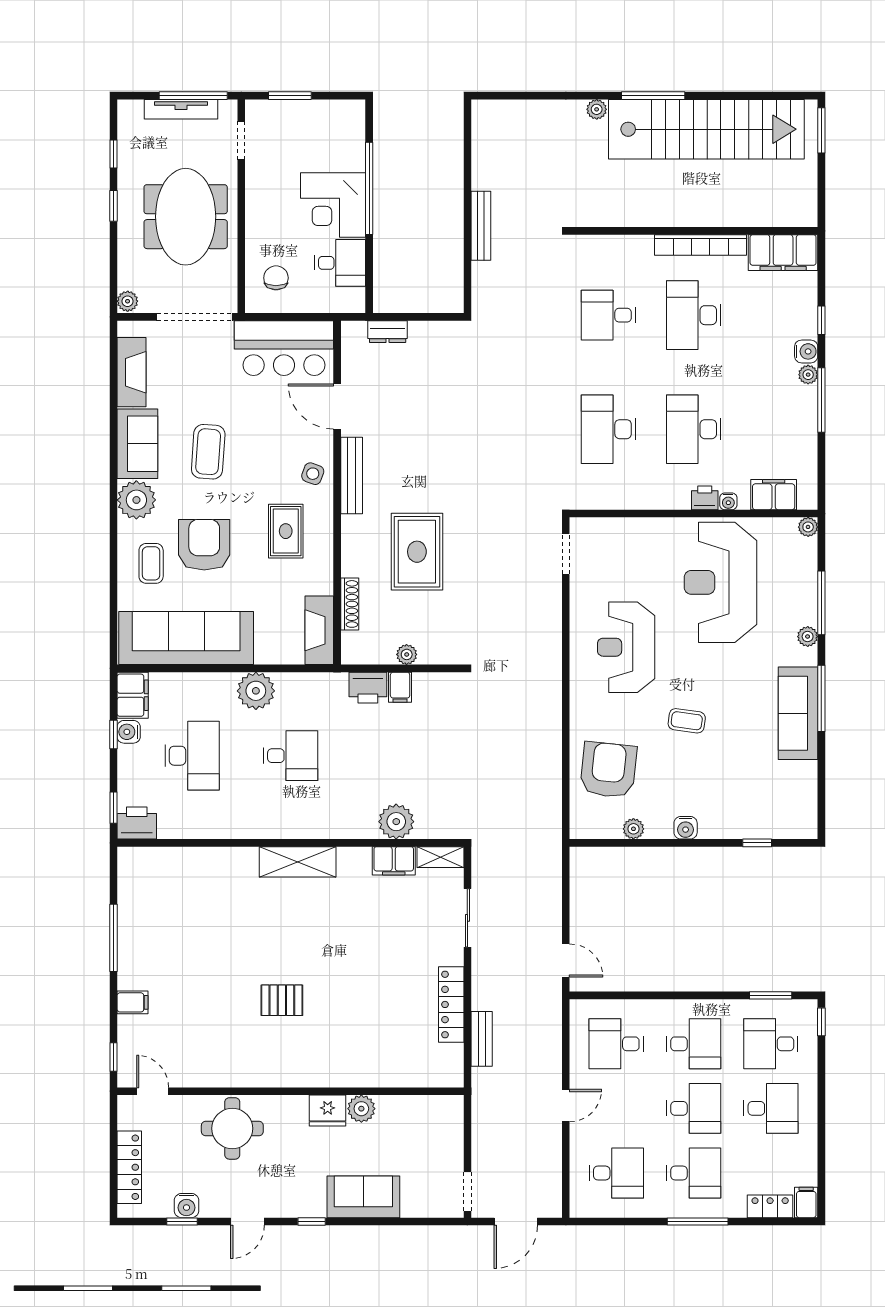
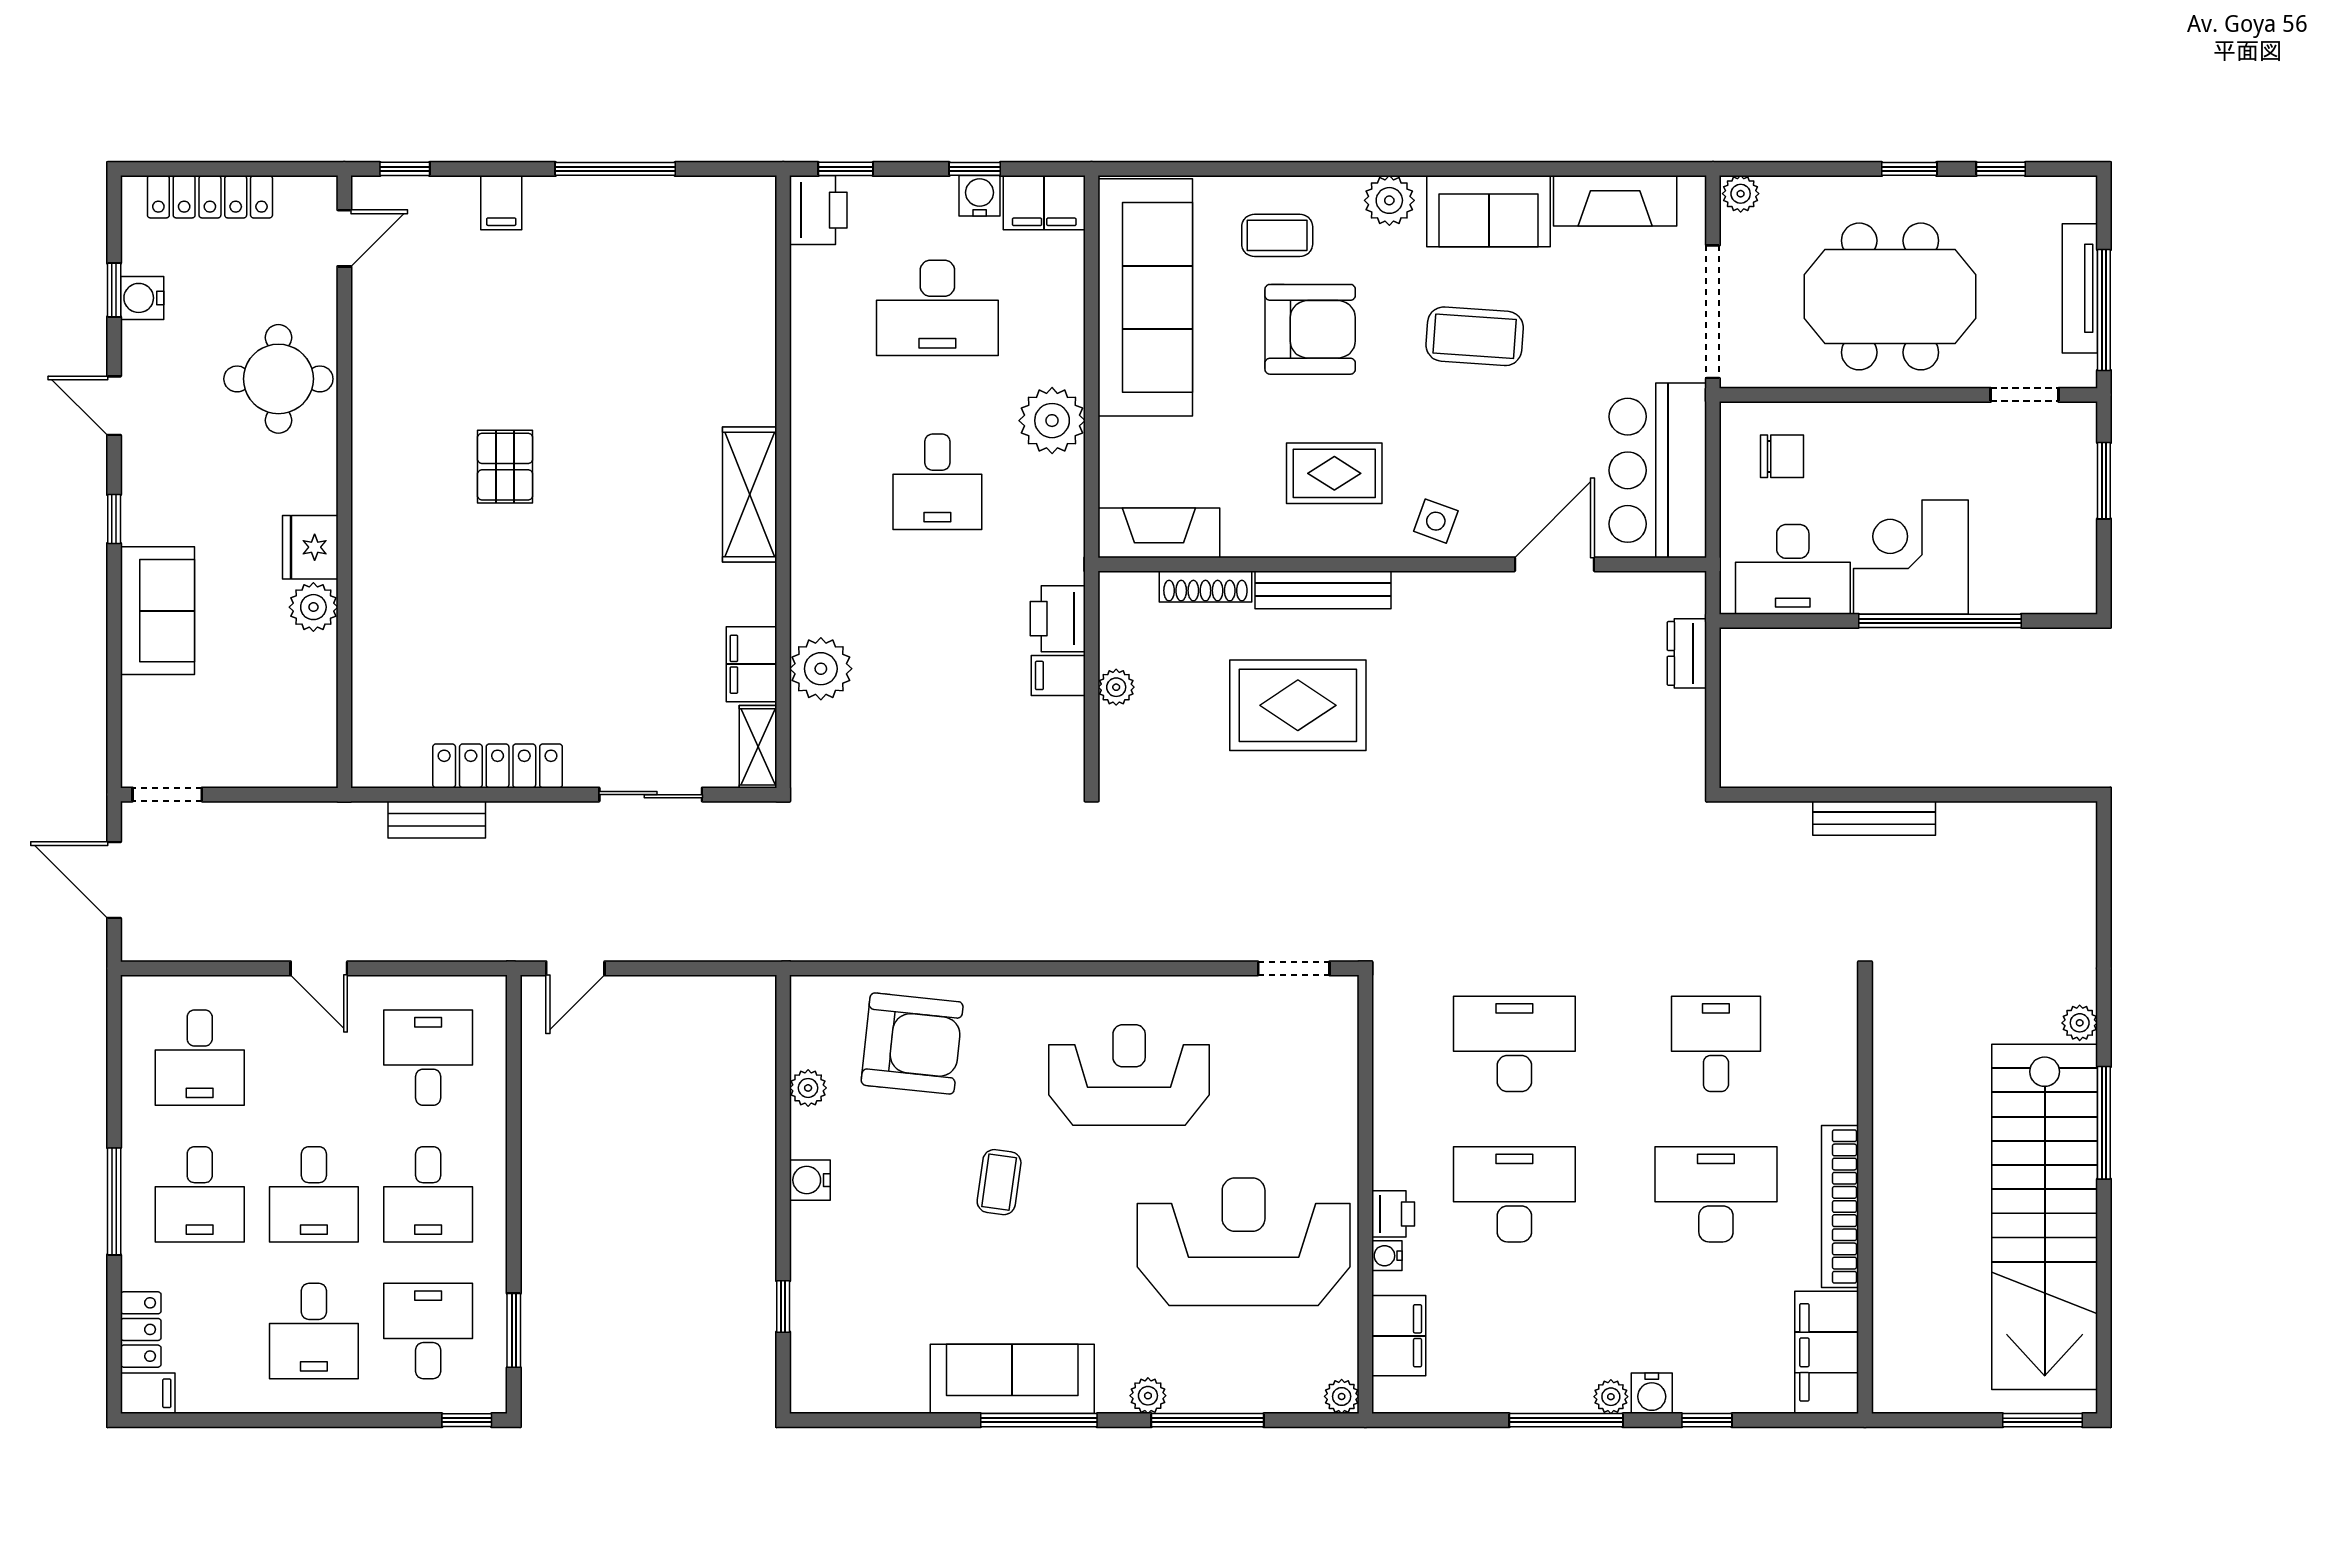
desk: (340, 263) -> (1793, 569), width x1.37
bench: (352, 476) -> (1323, 590), moved
plant: (136, 500) -> (1389, 200), width x0.73, depth x0.73

